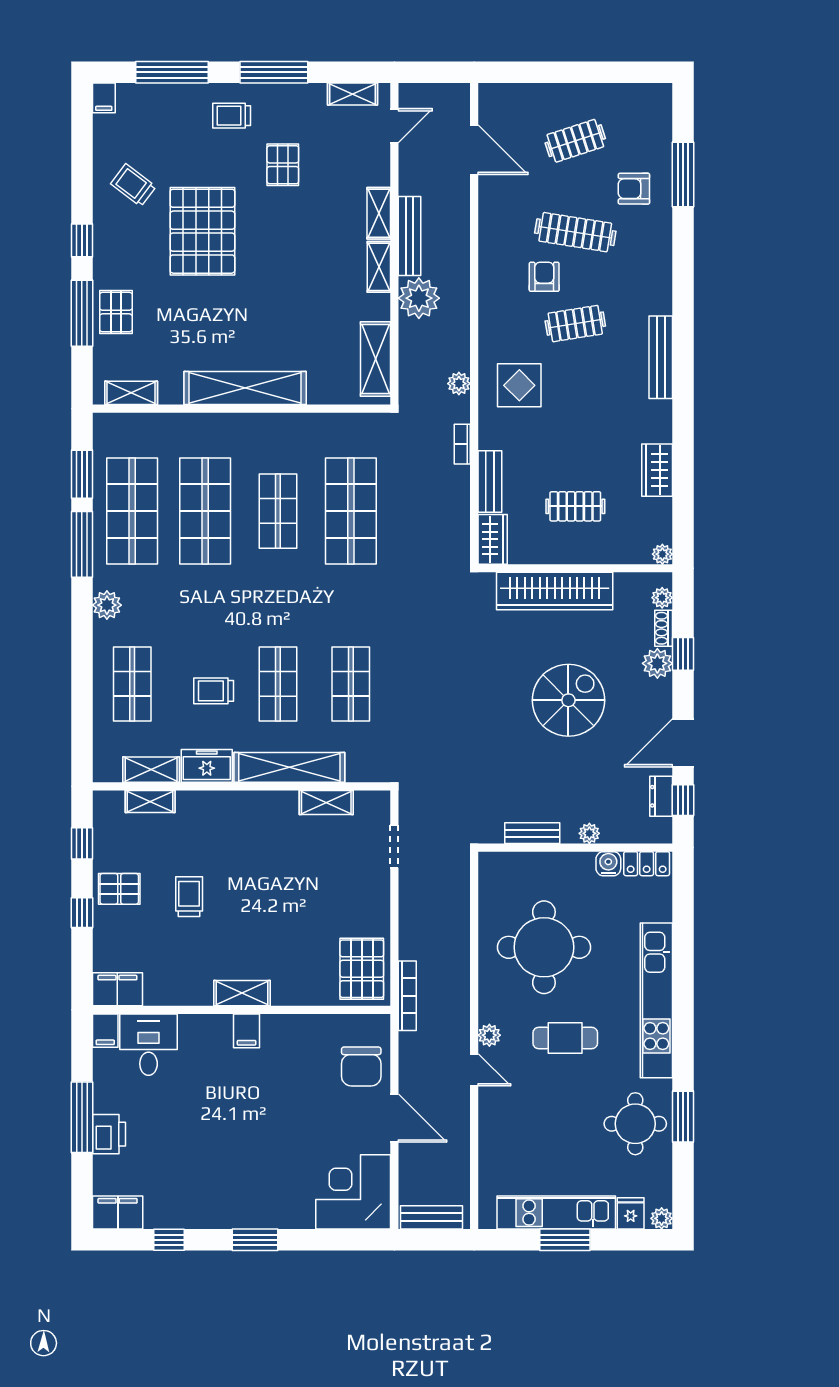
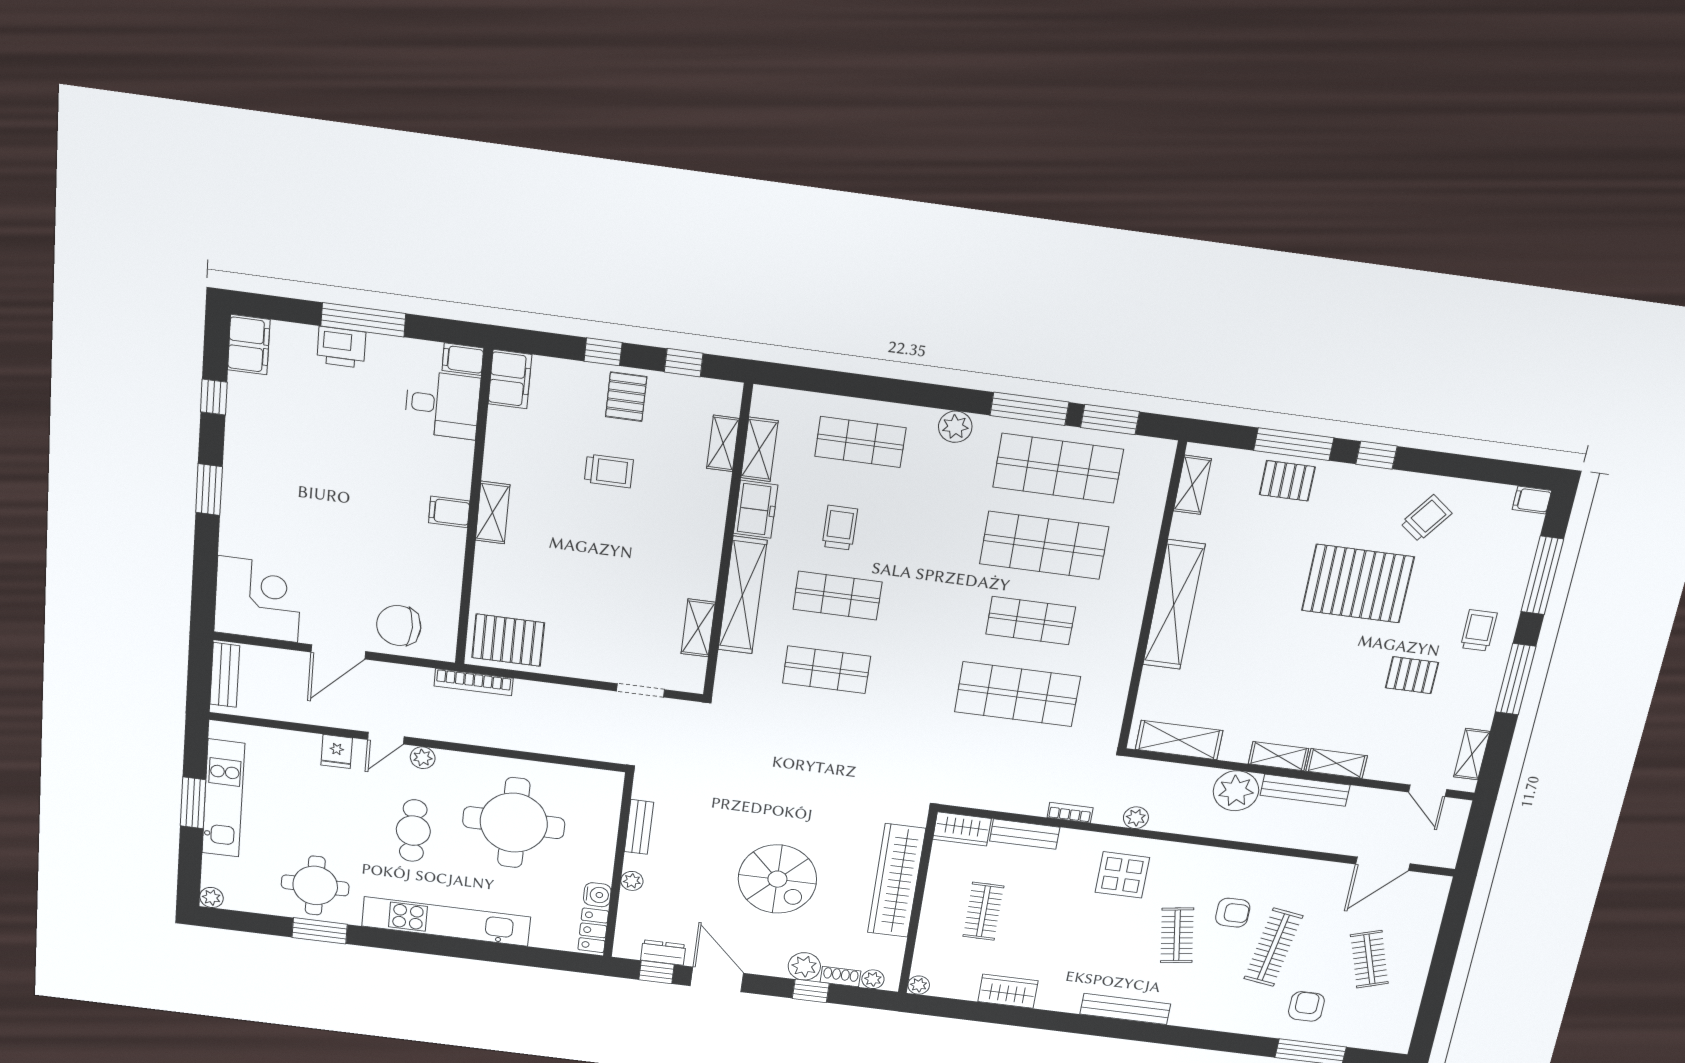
fridge: (631, 1213) -> (337, 751), moved, turned 90

